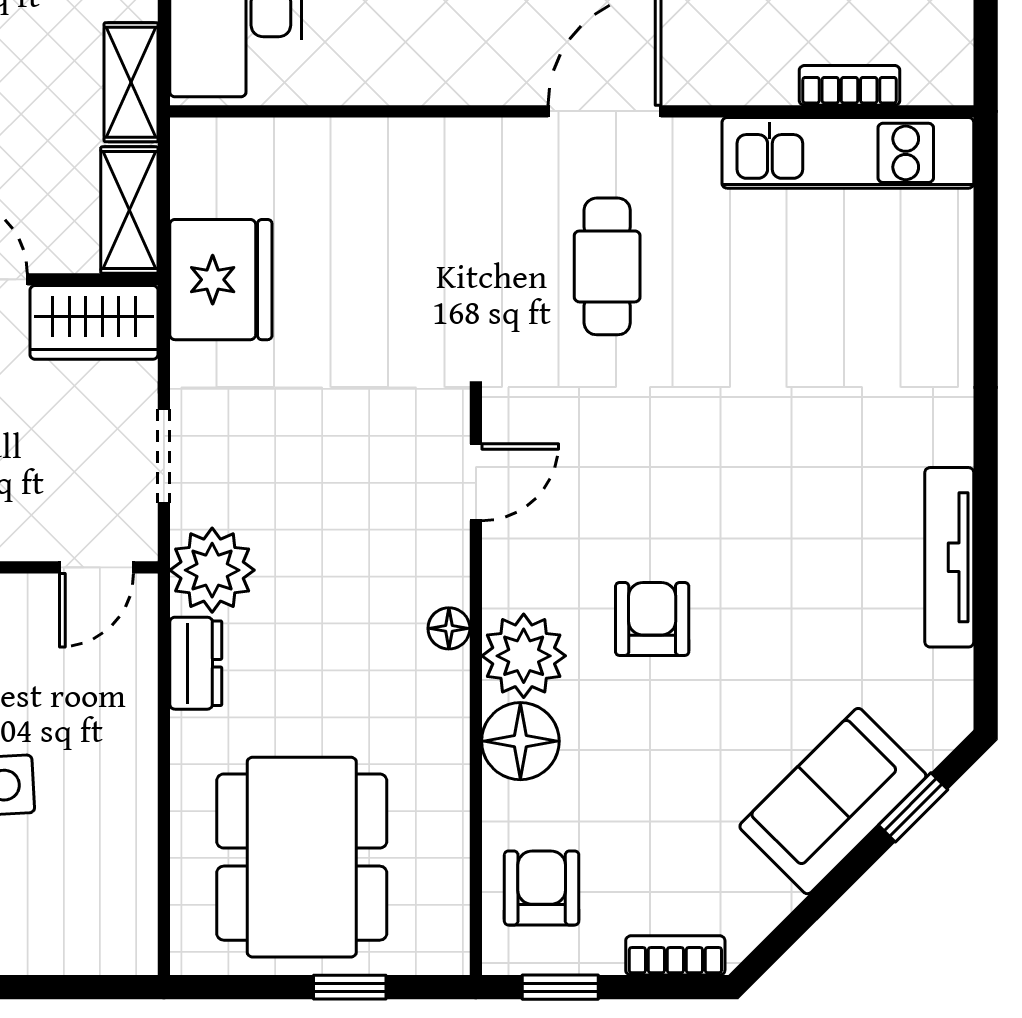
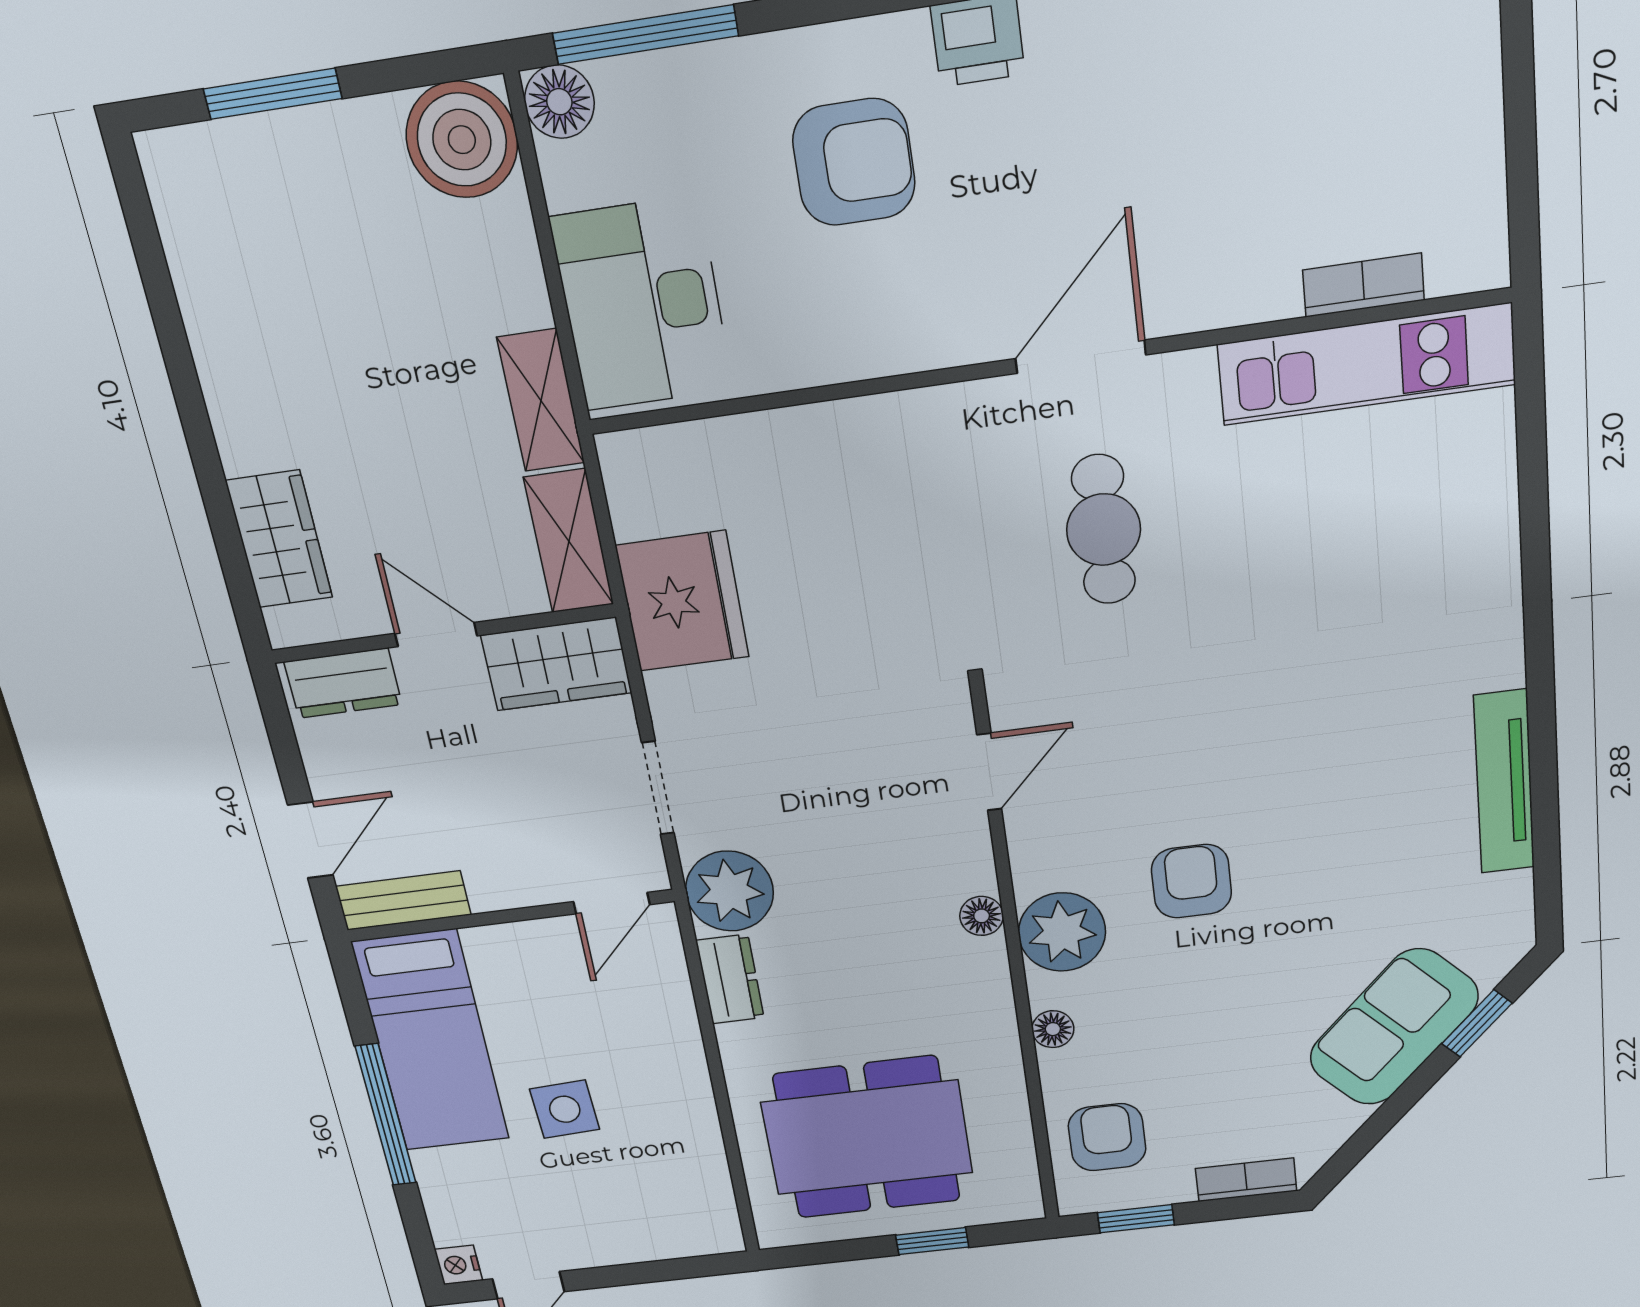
floor lamp: (520, 741) -> (1053, 1029), width x0.53, depth x0.53
dining table: (302, 857) -> (867, 1138), turned 90

